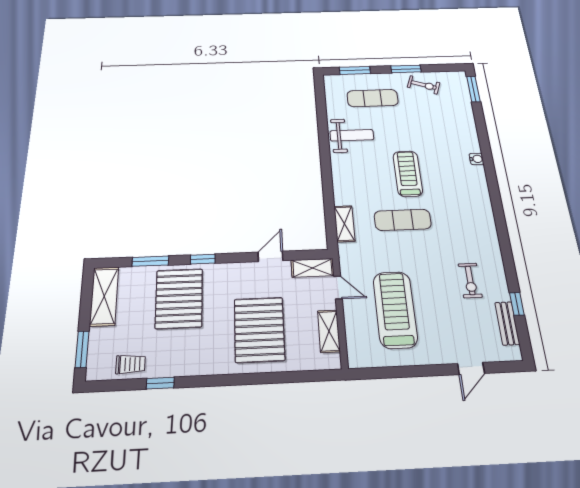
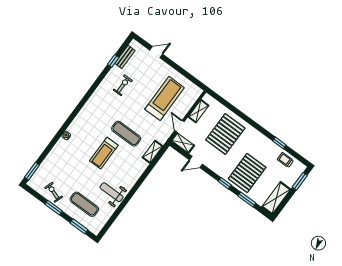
treadmill: (395, 310) -> (165, 98), turned 180

